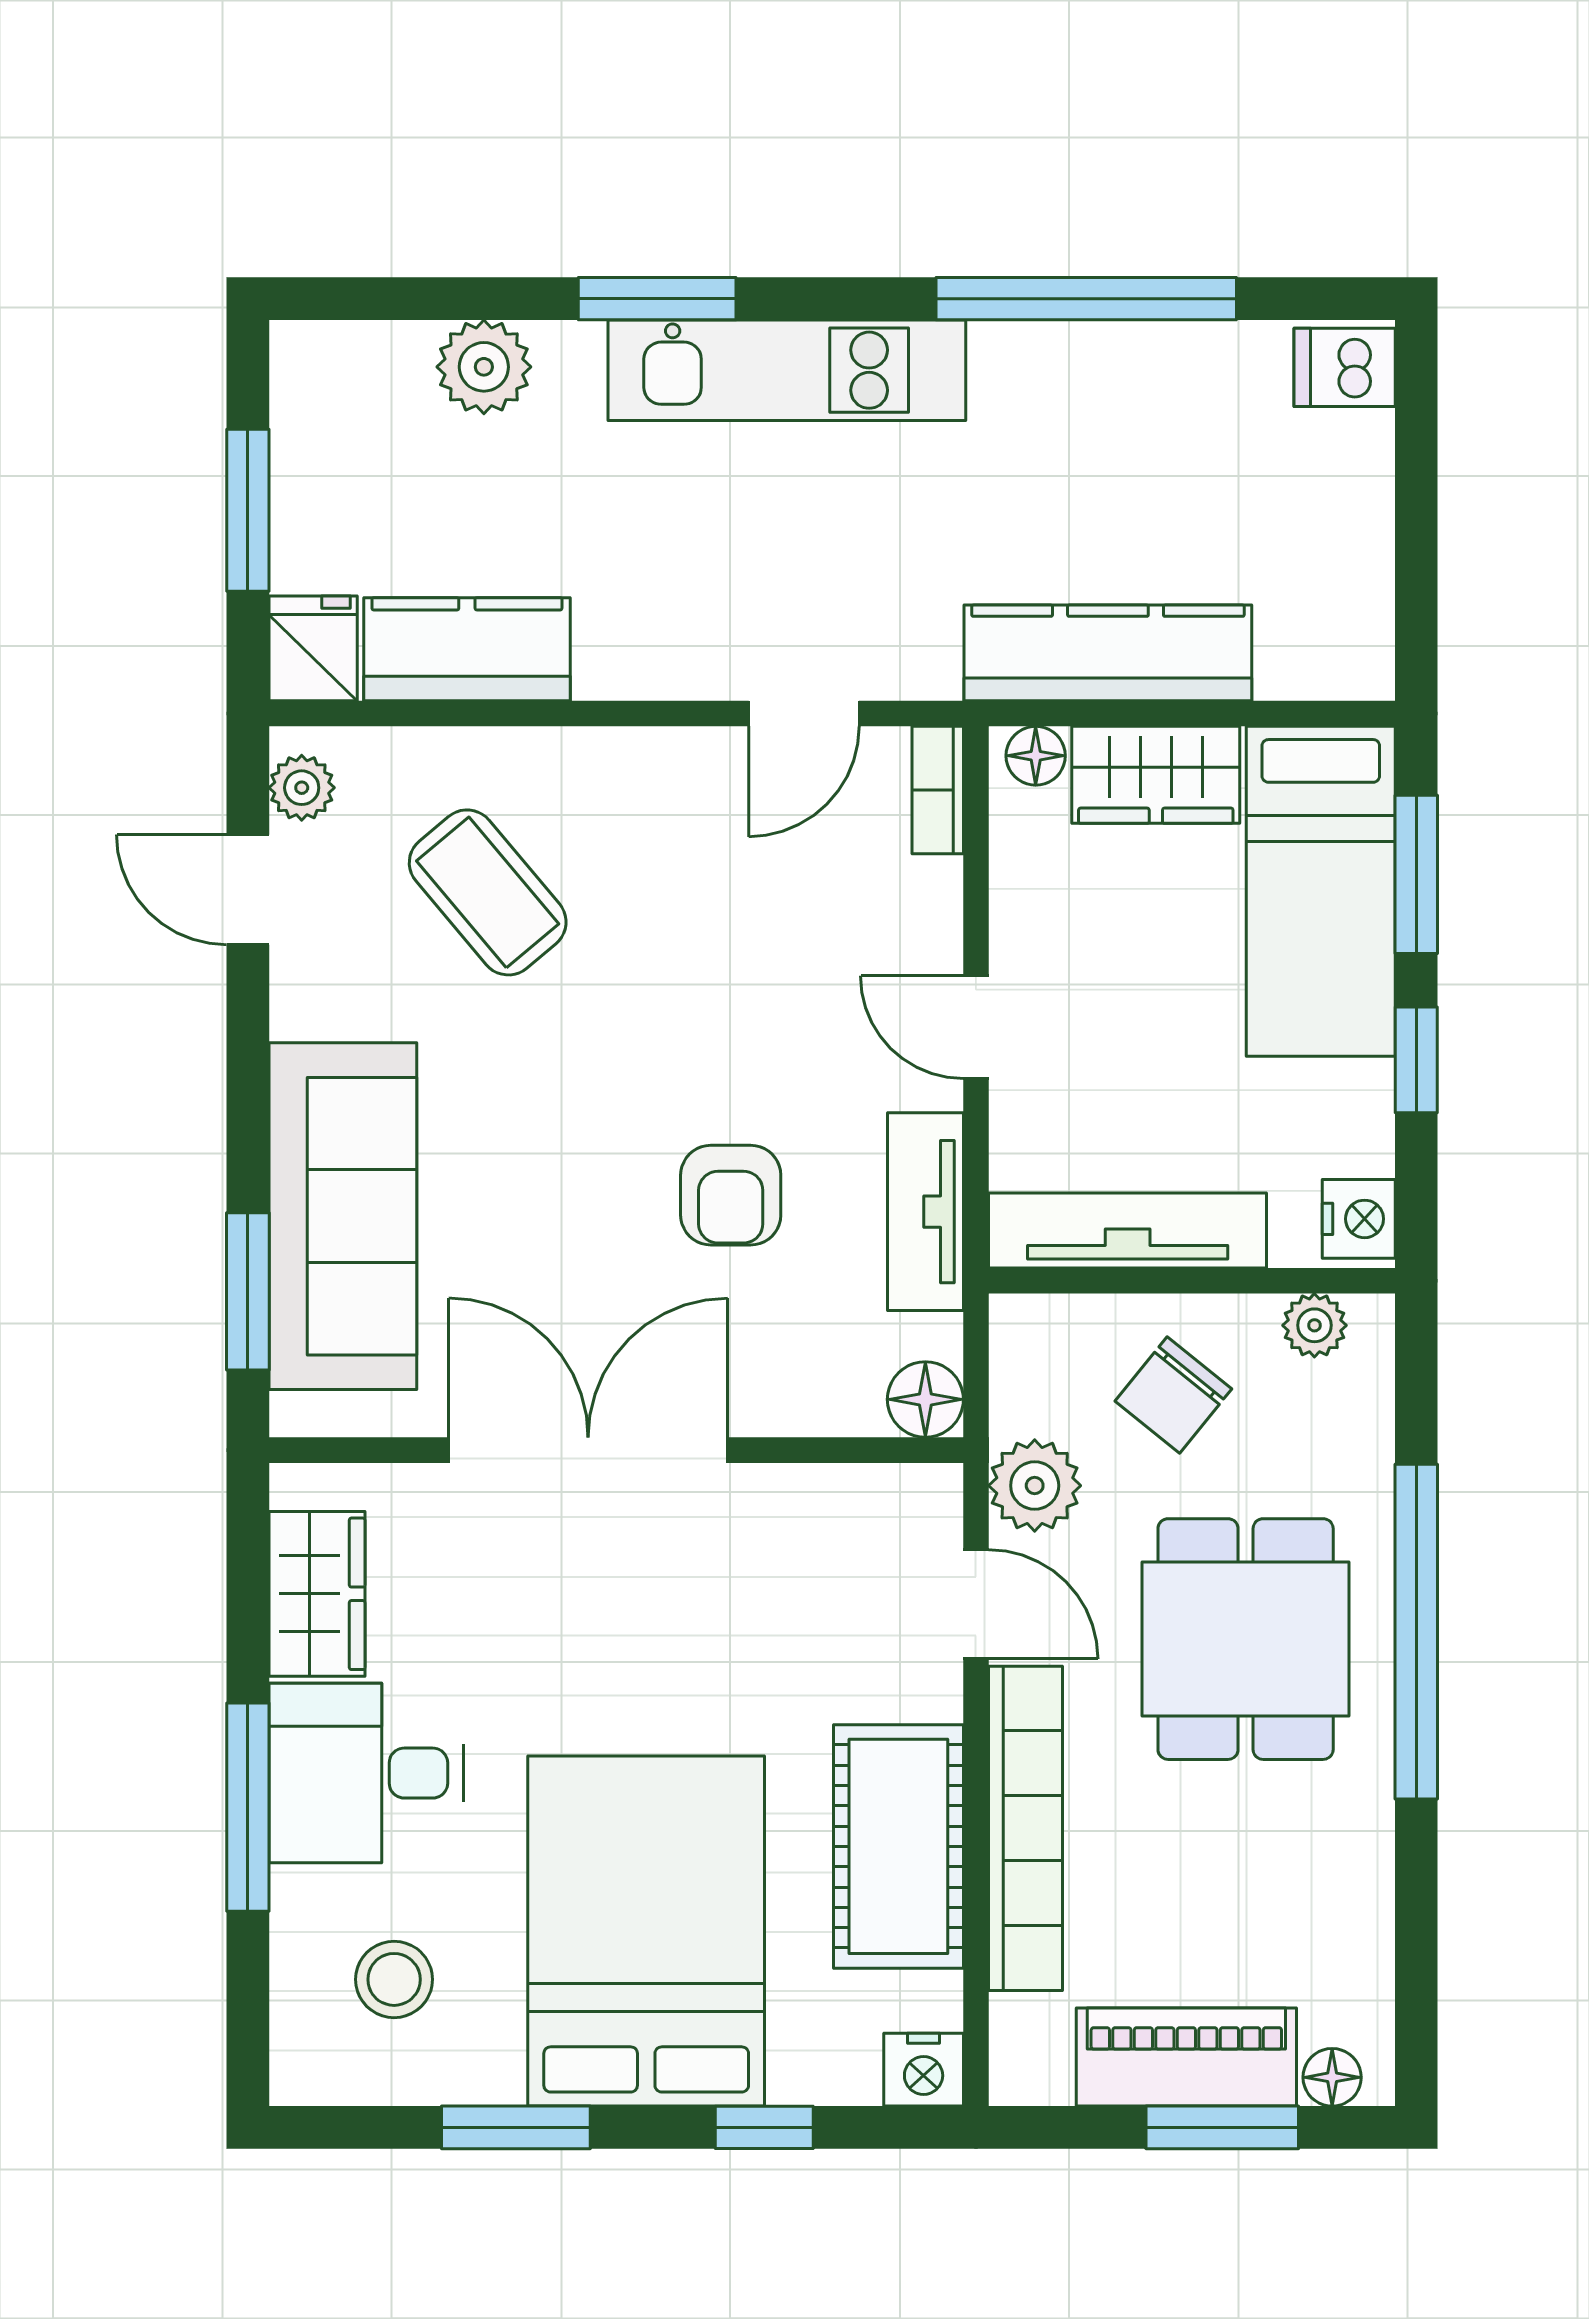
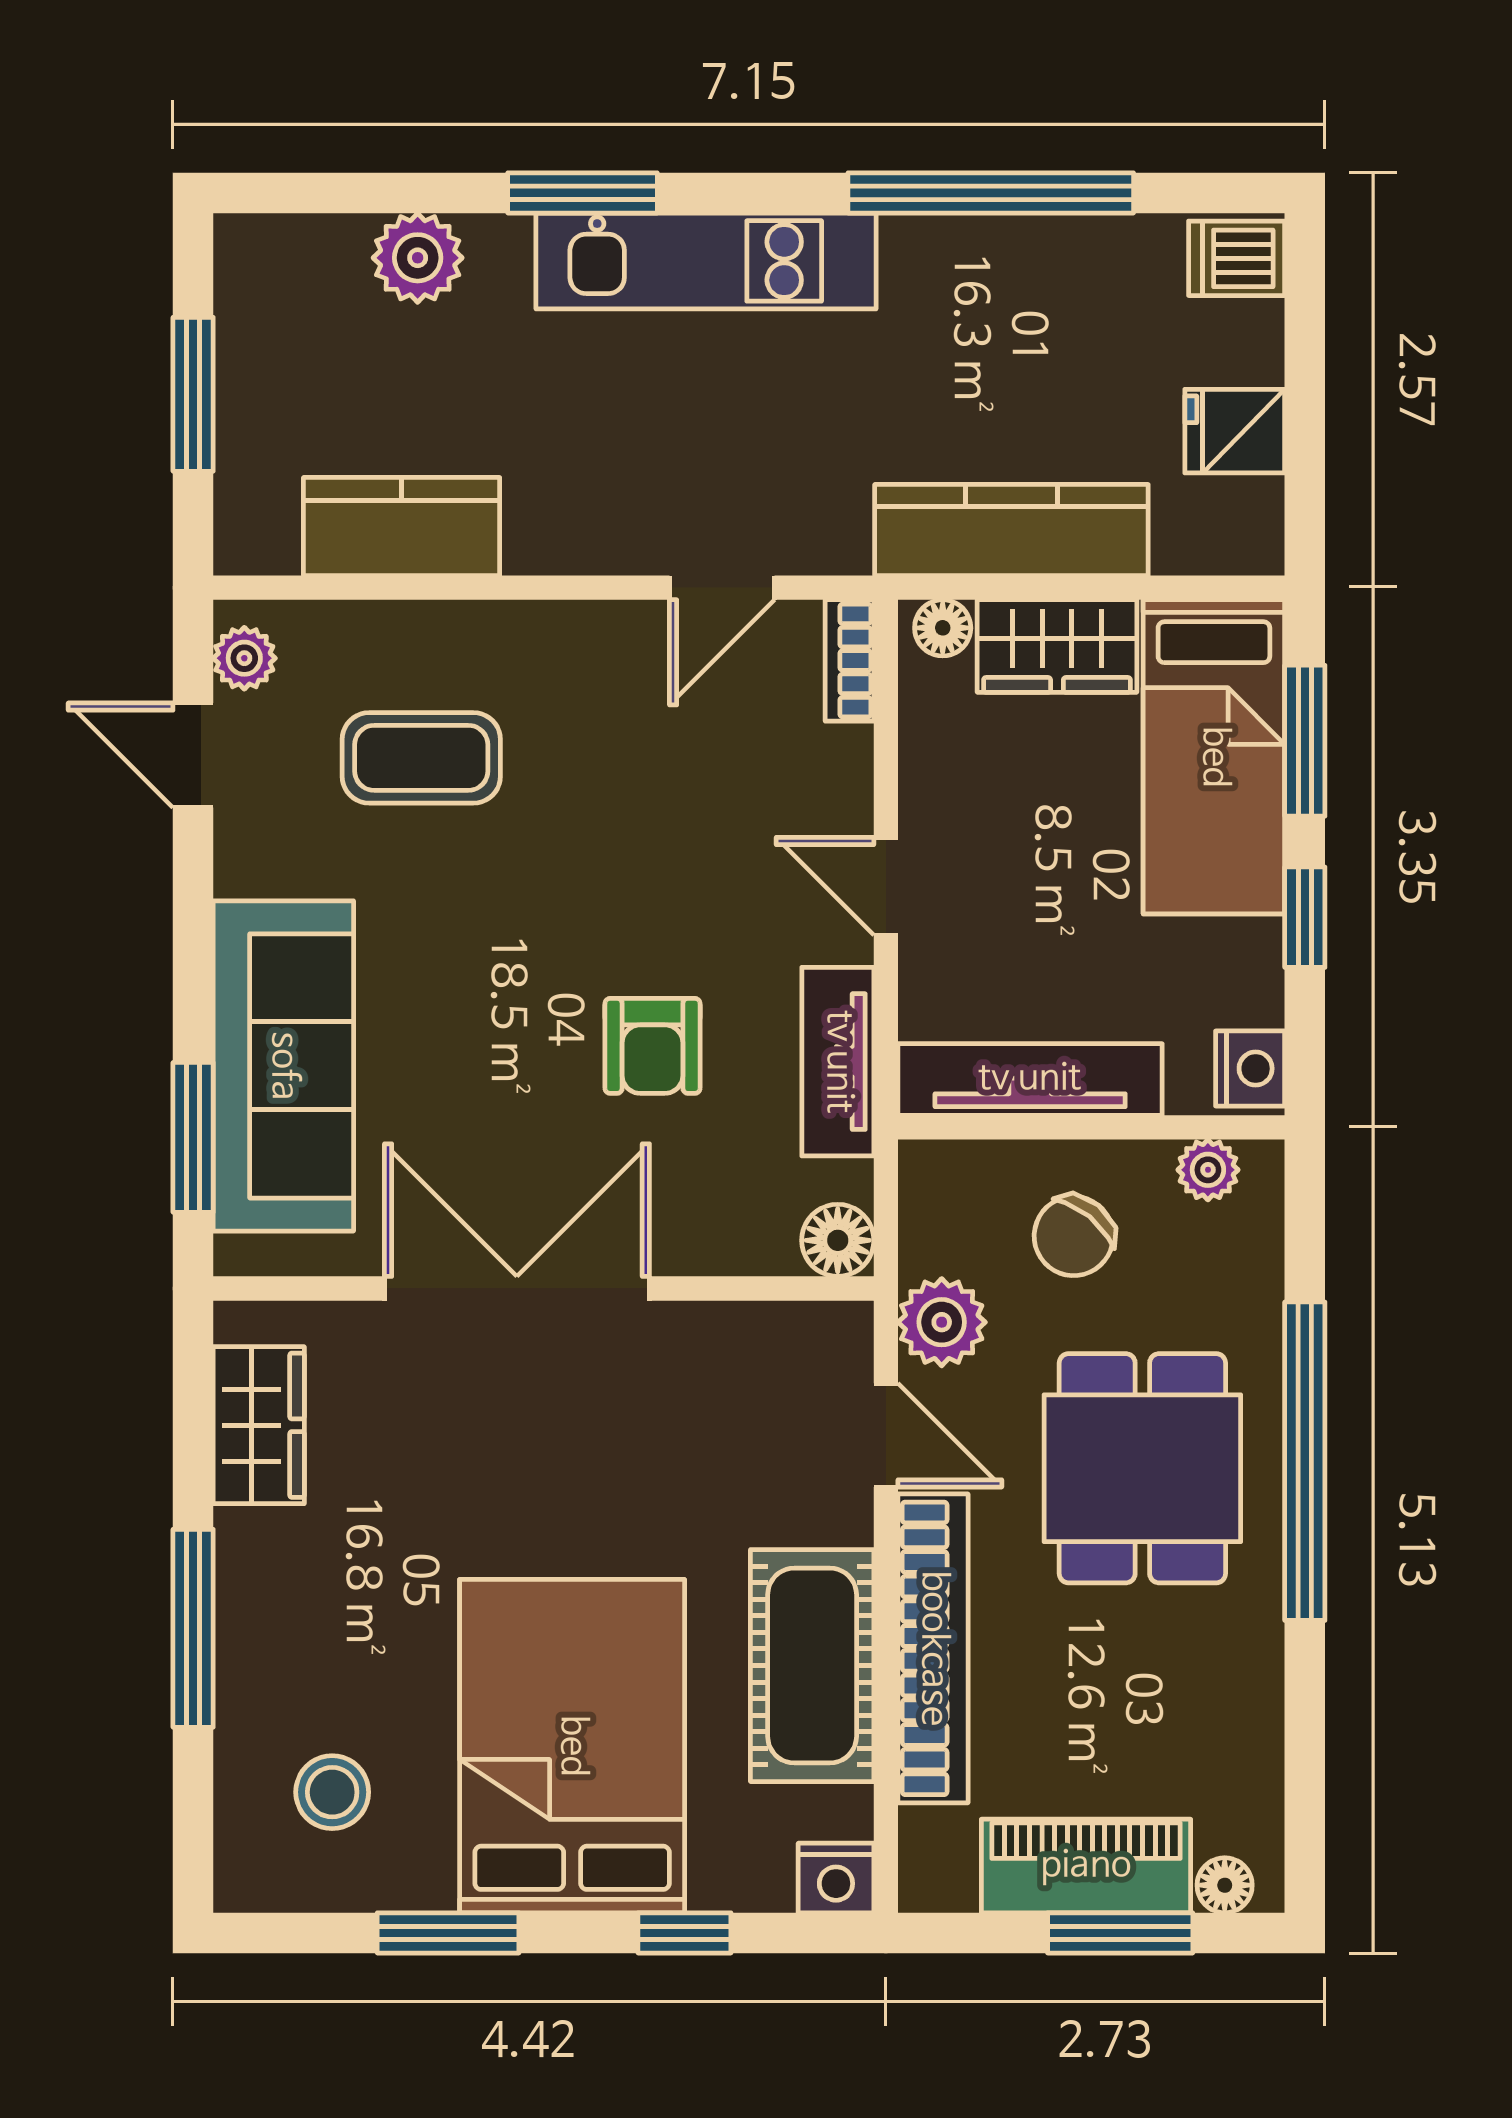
fridge: (313, 648) -> (1235, 431), moved, turned -90
coffee table: (488, 892) -> (421, 758), turned -50
desk: (366, 1773) -> (306, 1596), removed

